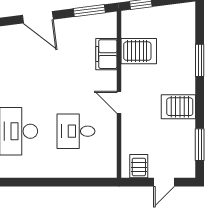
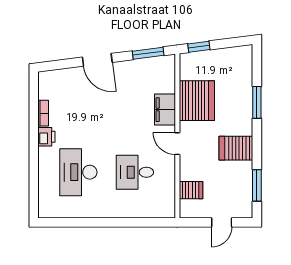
server rack: (139, 51) -> (197, 101), width x1.60
filing cabinet: (106, 54) -> (165, 110), moved
server rack: (139, 166) -> (191, 190), moved, turned 90

